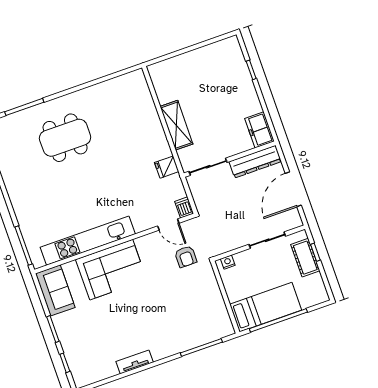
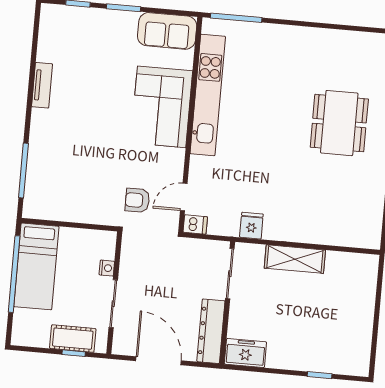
nightstand: (228, 262) -> (107, 268), moved

